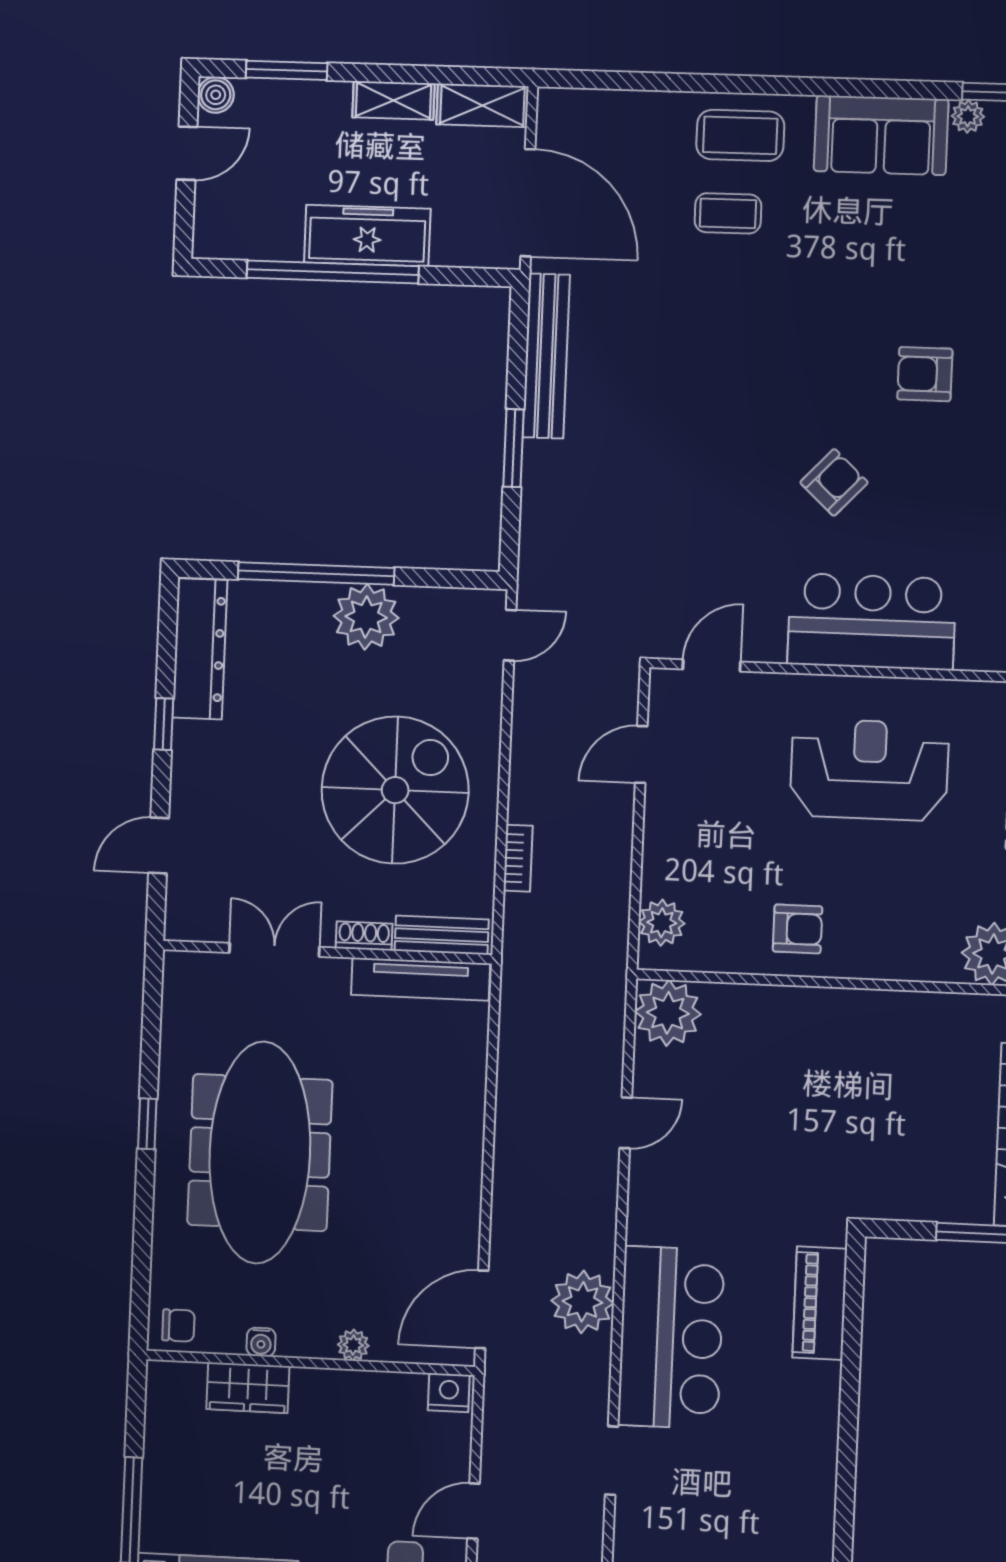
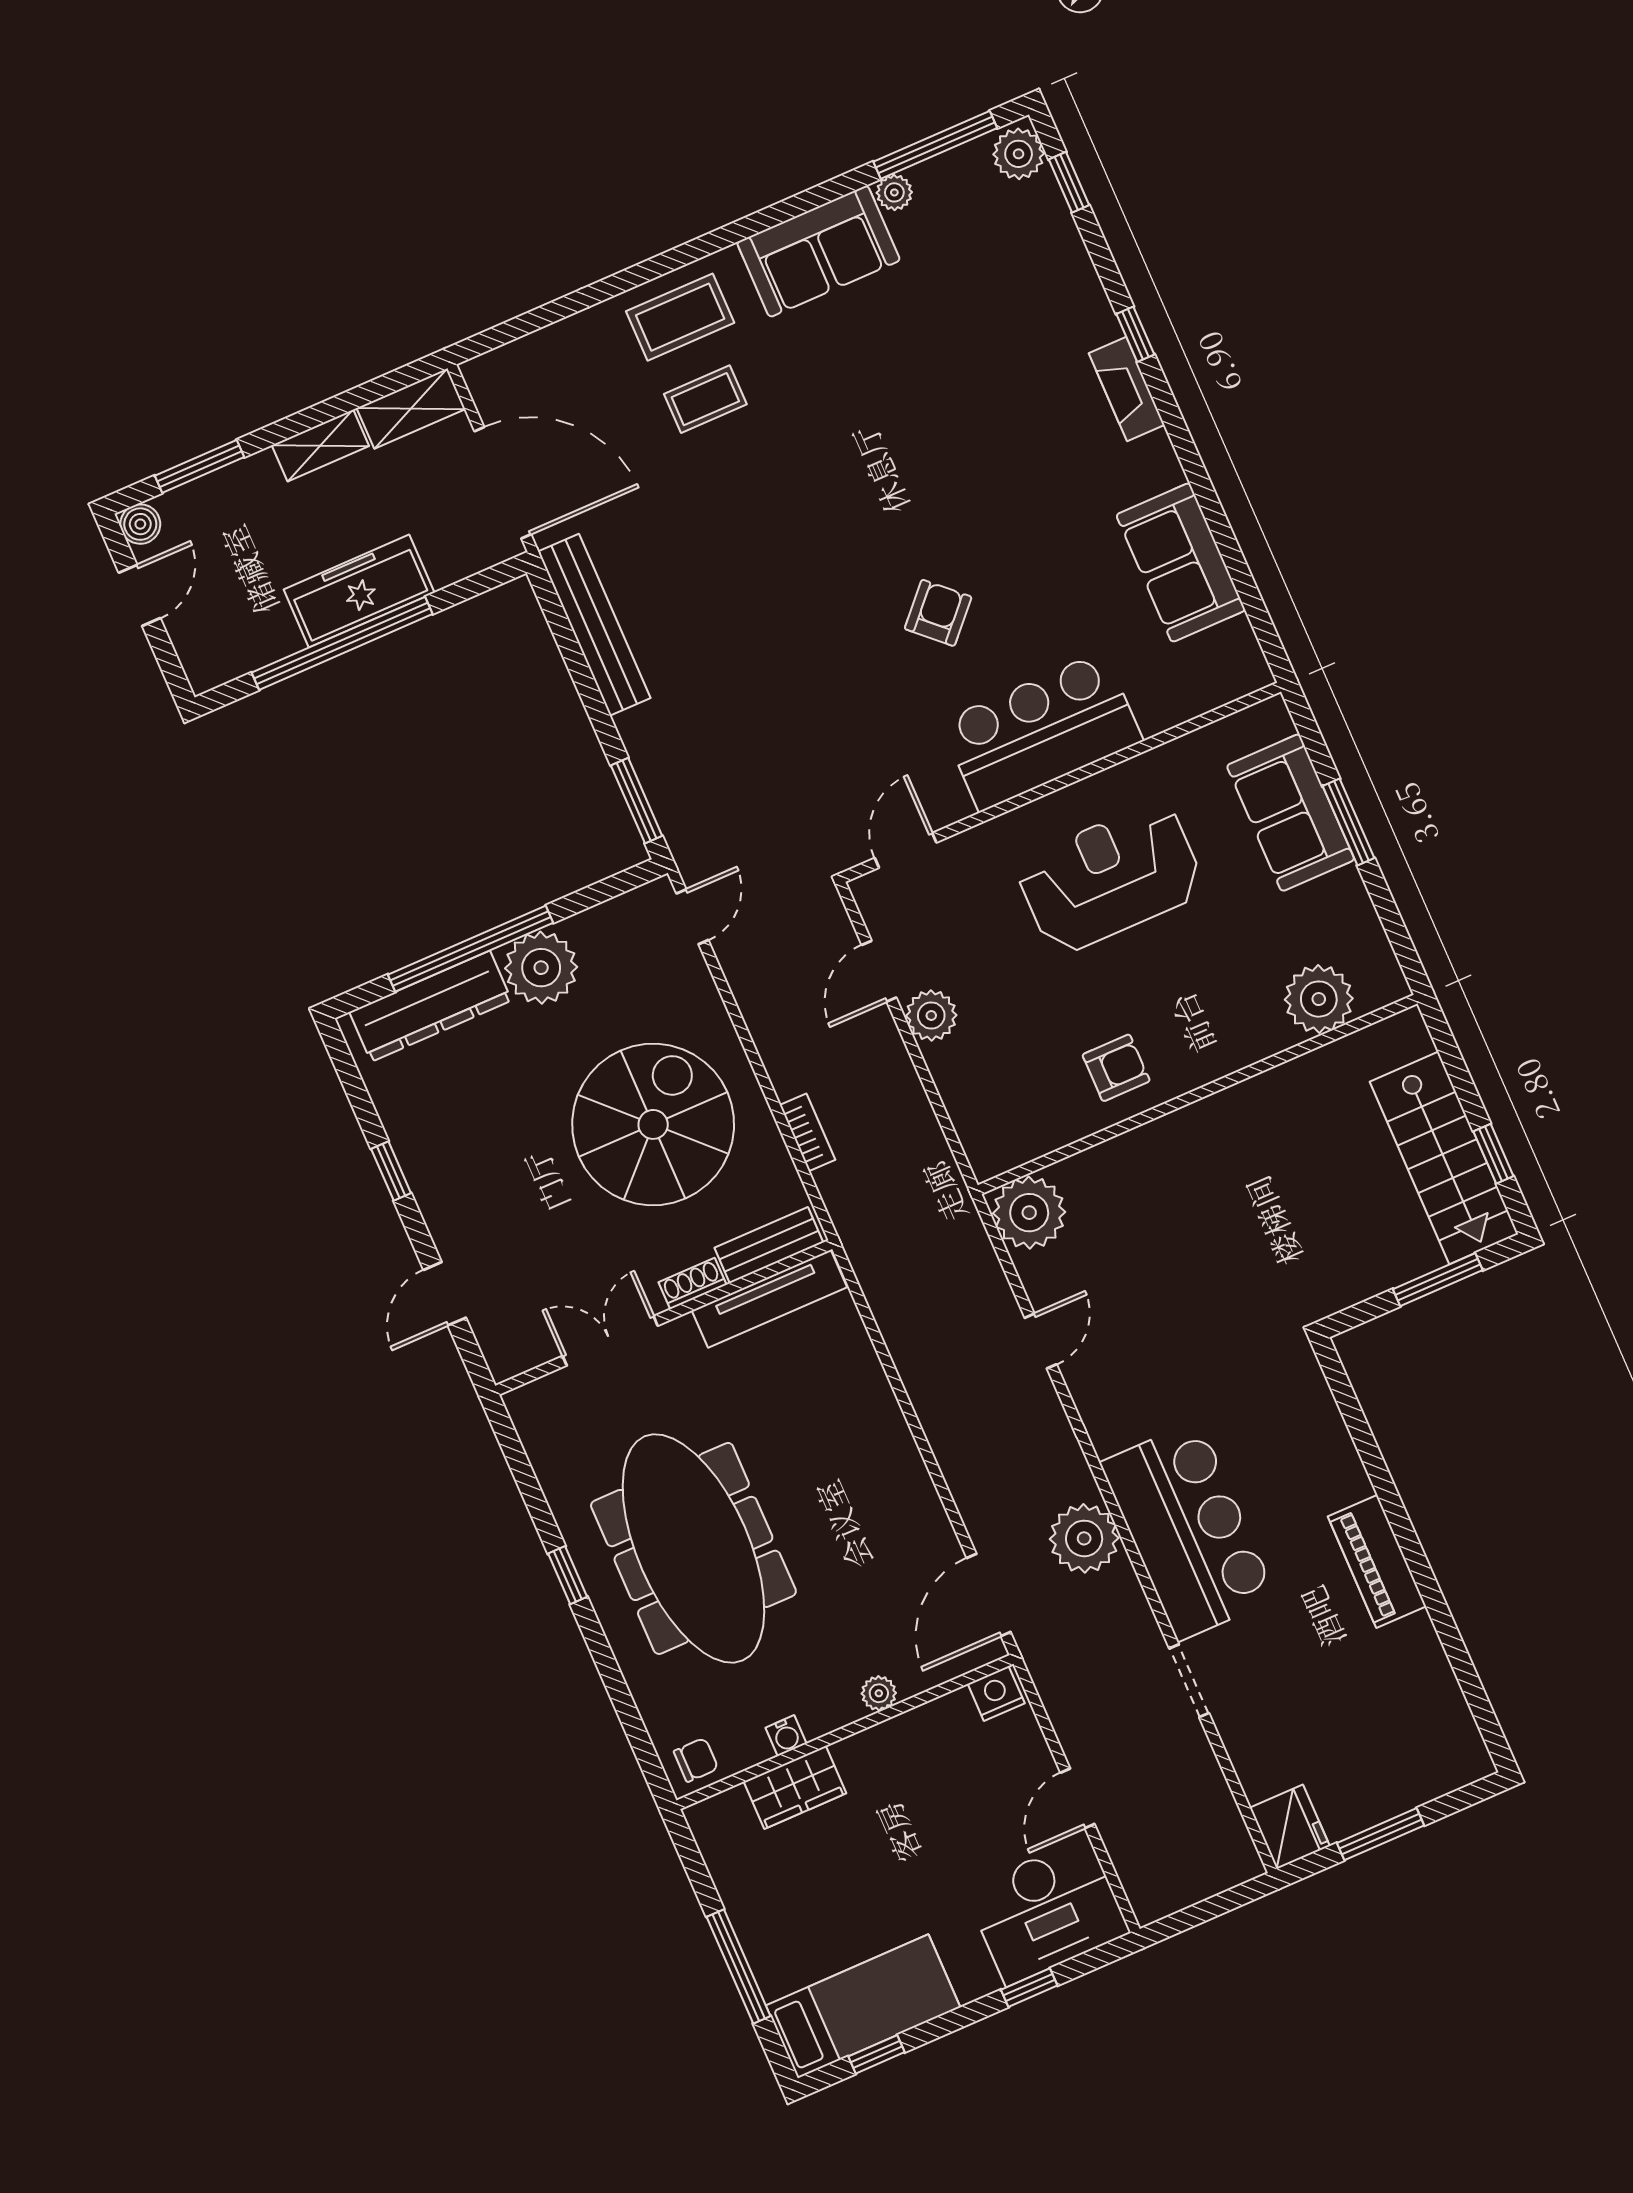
armchair: (925, 374) -> (975, 464), removed
window: (513, 448) -> (637, 801), moved
dresser: (200, 649) -> (430, 1006), moved, turned 90
plant: (662, 923) -> (931, 1015), moved
piano: (820, 1303) -> (1377, 1561), moved

